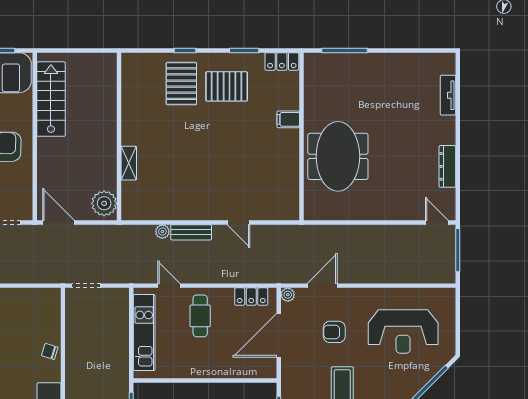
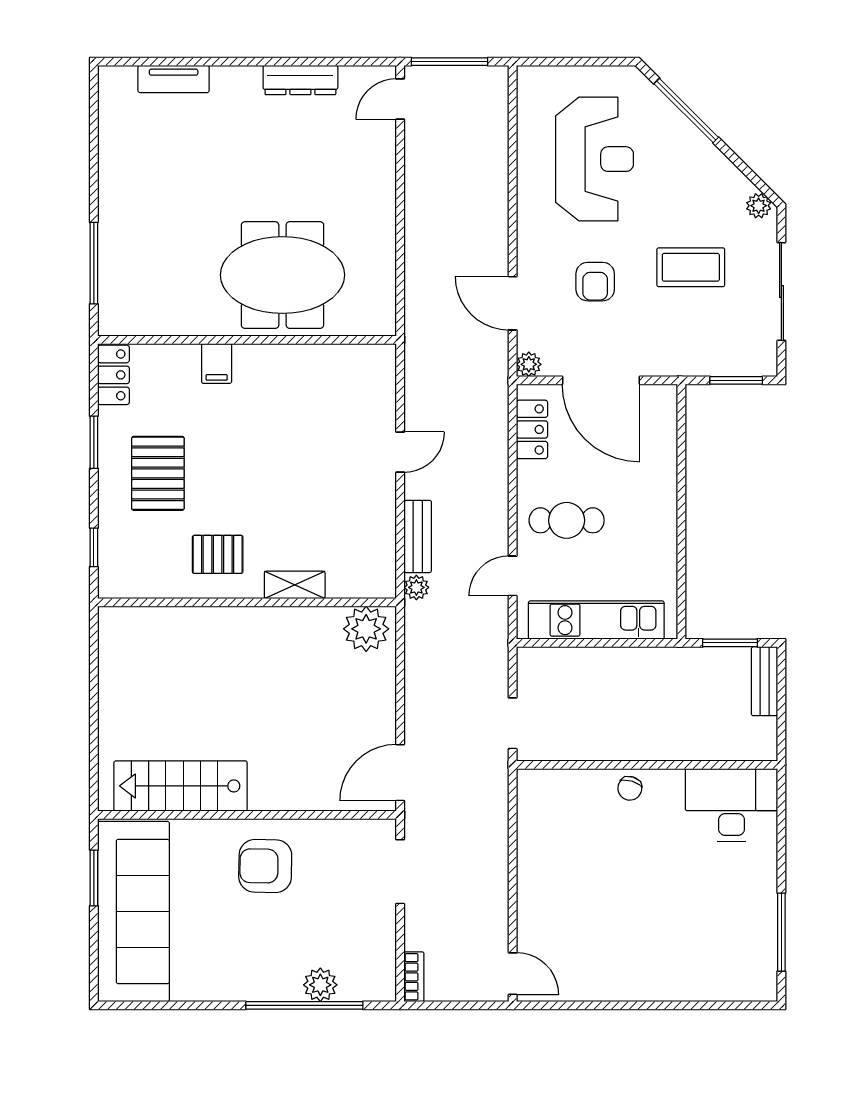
pallet: (181, 84) -> (218, 554), moved, width x0.67, depth x0.71
wall: (119, 136) -> (247, 602), moved
shelving: (129, 163) -> (295, 585), moved
plant: (104, 203) -> (366, 629), moved

